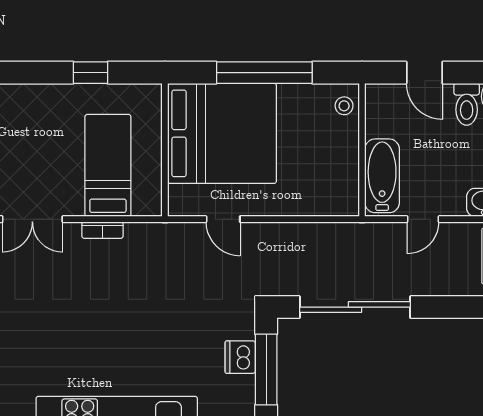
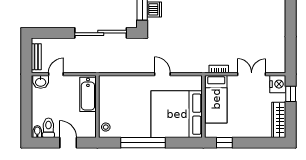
bed: (222, 133) -> (177, 114), moved
wall: (165, 150) -> (203, 106), moved
door: (423, 219) -> (56, 74), moved

